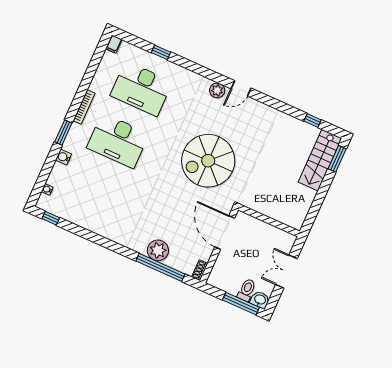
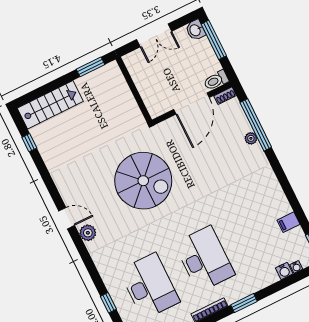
water cooler: (63, 157) -> (284, 271), moved
window: (337, 159) -> (91, 67), moved
filing cabinet: (79, 217) -> (289, 222), added
door: (225, 232) -> (191, 104), moved
plant: (158, 250) -> (251, 138), width x0.53, depth x0.53
toilet: (247, 290) -> (216, 80), moved

